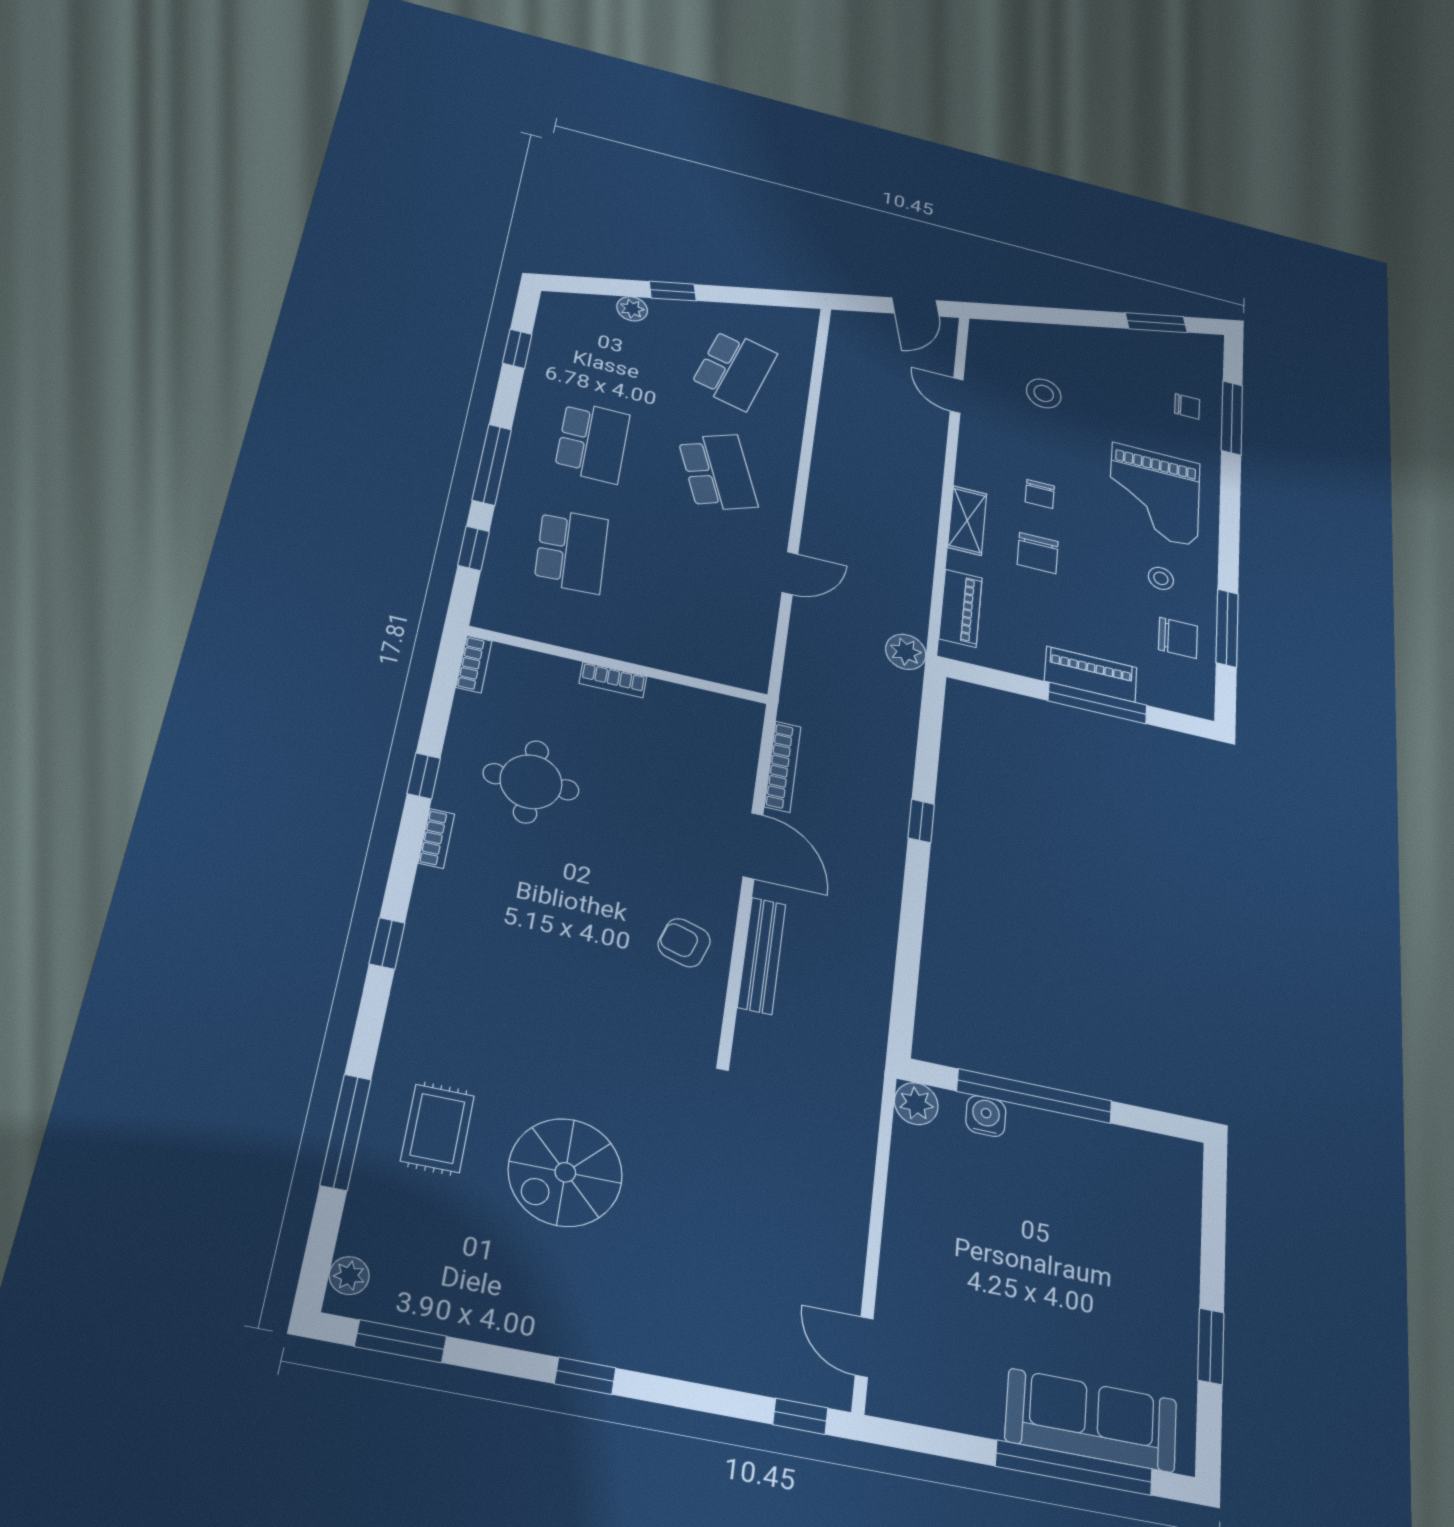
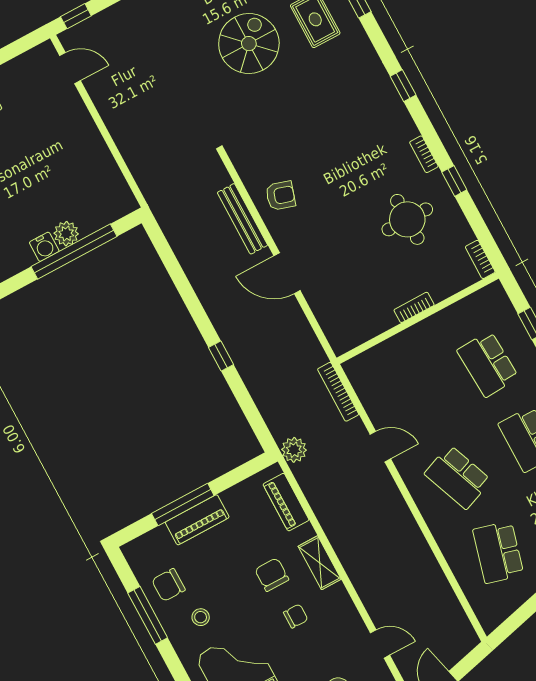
chair: (1040, 494) -> (296, 616), turned 90
door: (790, 573) -> (380, 447), swing flipped
bookcase: (783, 767) -> (338, 392), moved
plant: (916, 1104) -> (66, 234), moved
water cooler: (986, 1116) -> (44, 247), moved

